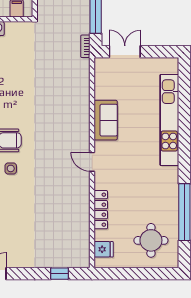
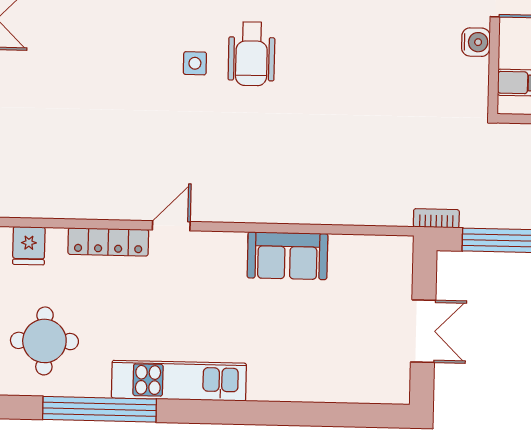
double door: (125, 52) -> (423, 331), moved
kitchen unit: (169, 120) -> (179, 381), moved, width x0.73
door: (92, 162) -> (171, 226), moved

